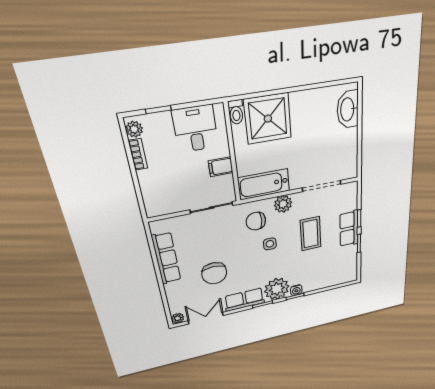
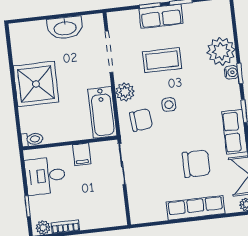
washbasin: (348, 109) -> (65, 28), moved
shower: (268, 119) -> (36, 84), moved
chair: (256, 221) -> (141, 120), turned -96
row of seats: (166, 258) -> (195, 208), moved
plant: (277, 289) -> (221, 51), moved

